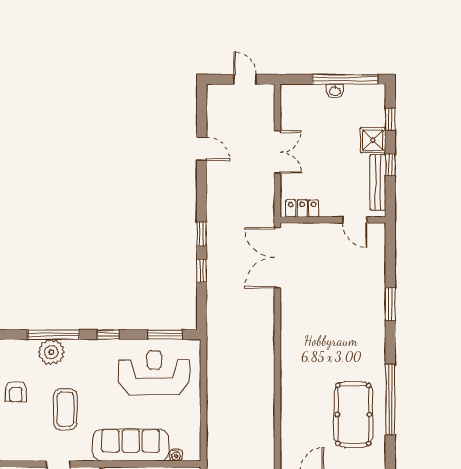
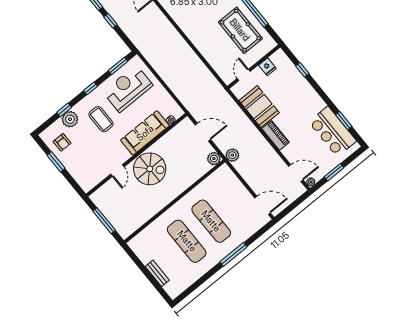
window: (53, 335) -> (64, 110), width x0.46
armchair: (16, 392) -> (62, 142), moved
coffee table: (65, 409) -> (101, 119), moved

